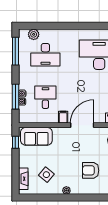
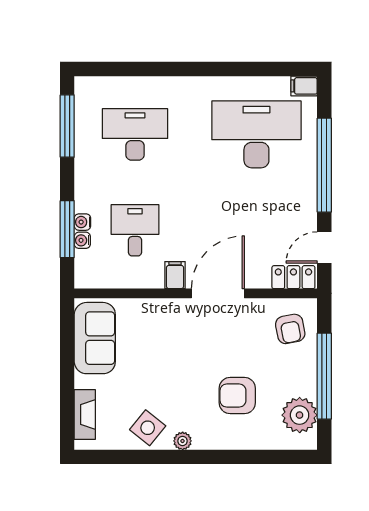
plant: (34, 34) -> (108, 88), removed
desk: (45, 55) -> (135, 134), turned 180
sofa: (36, 136) -> (95, 338), moved, turned -90
window: (15, 142) -> (67, 332), removed
side table: (46, 175) -> (148, 428), moved

